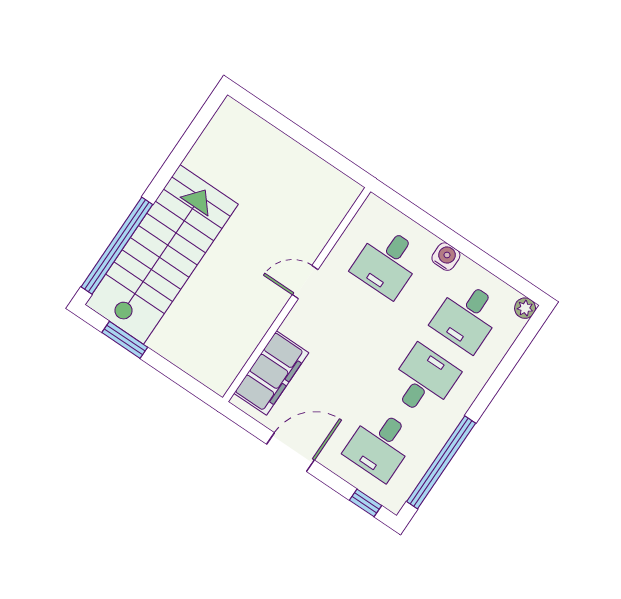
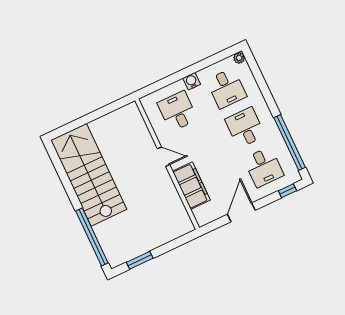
stairs: (162, 254) -> (89, 175), moved
desk: (387, 262) -> (178, 111), turned 180
door: (305, 282) -> (164, 157), swing flipped
filing cabinet: (271, 373) -> (191, 186), moved

